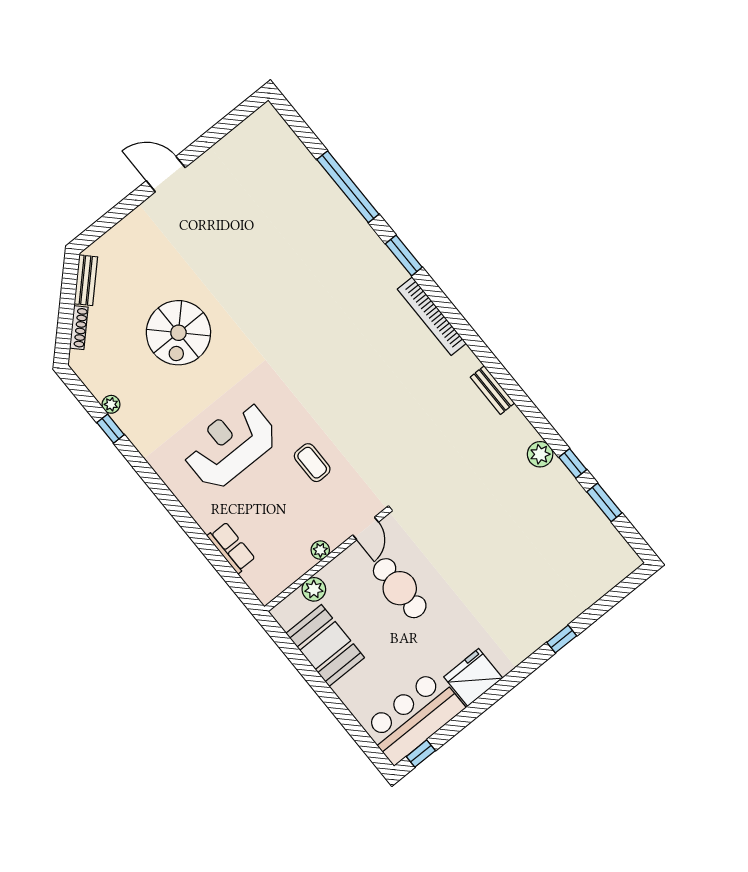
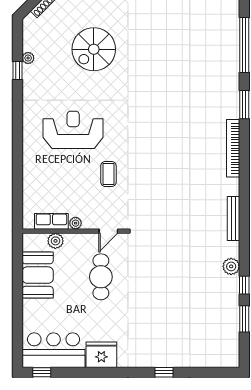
bench: (492, 390) -> (234, 219), width x1.36
row of seats: (231, 548) -> (51, 221), moved, turned -90

